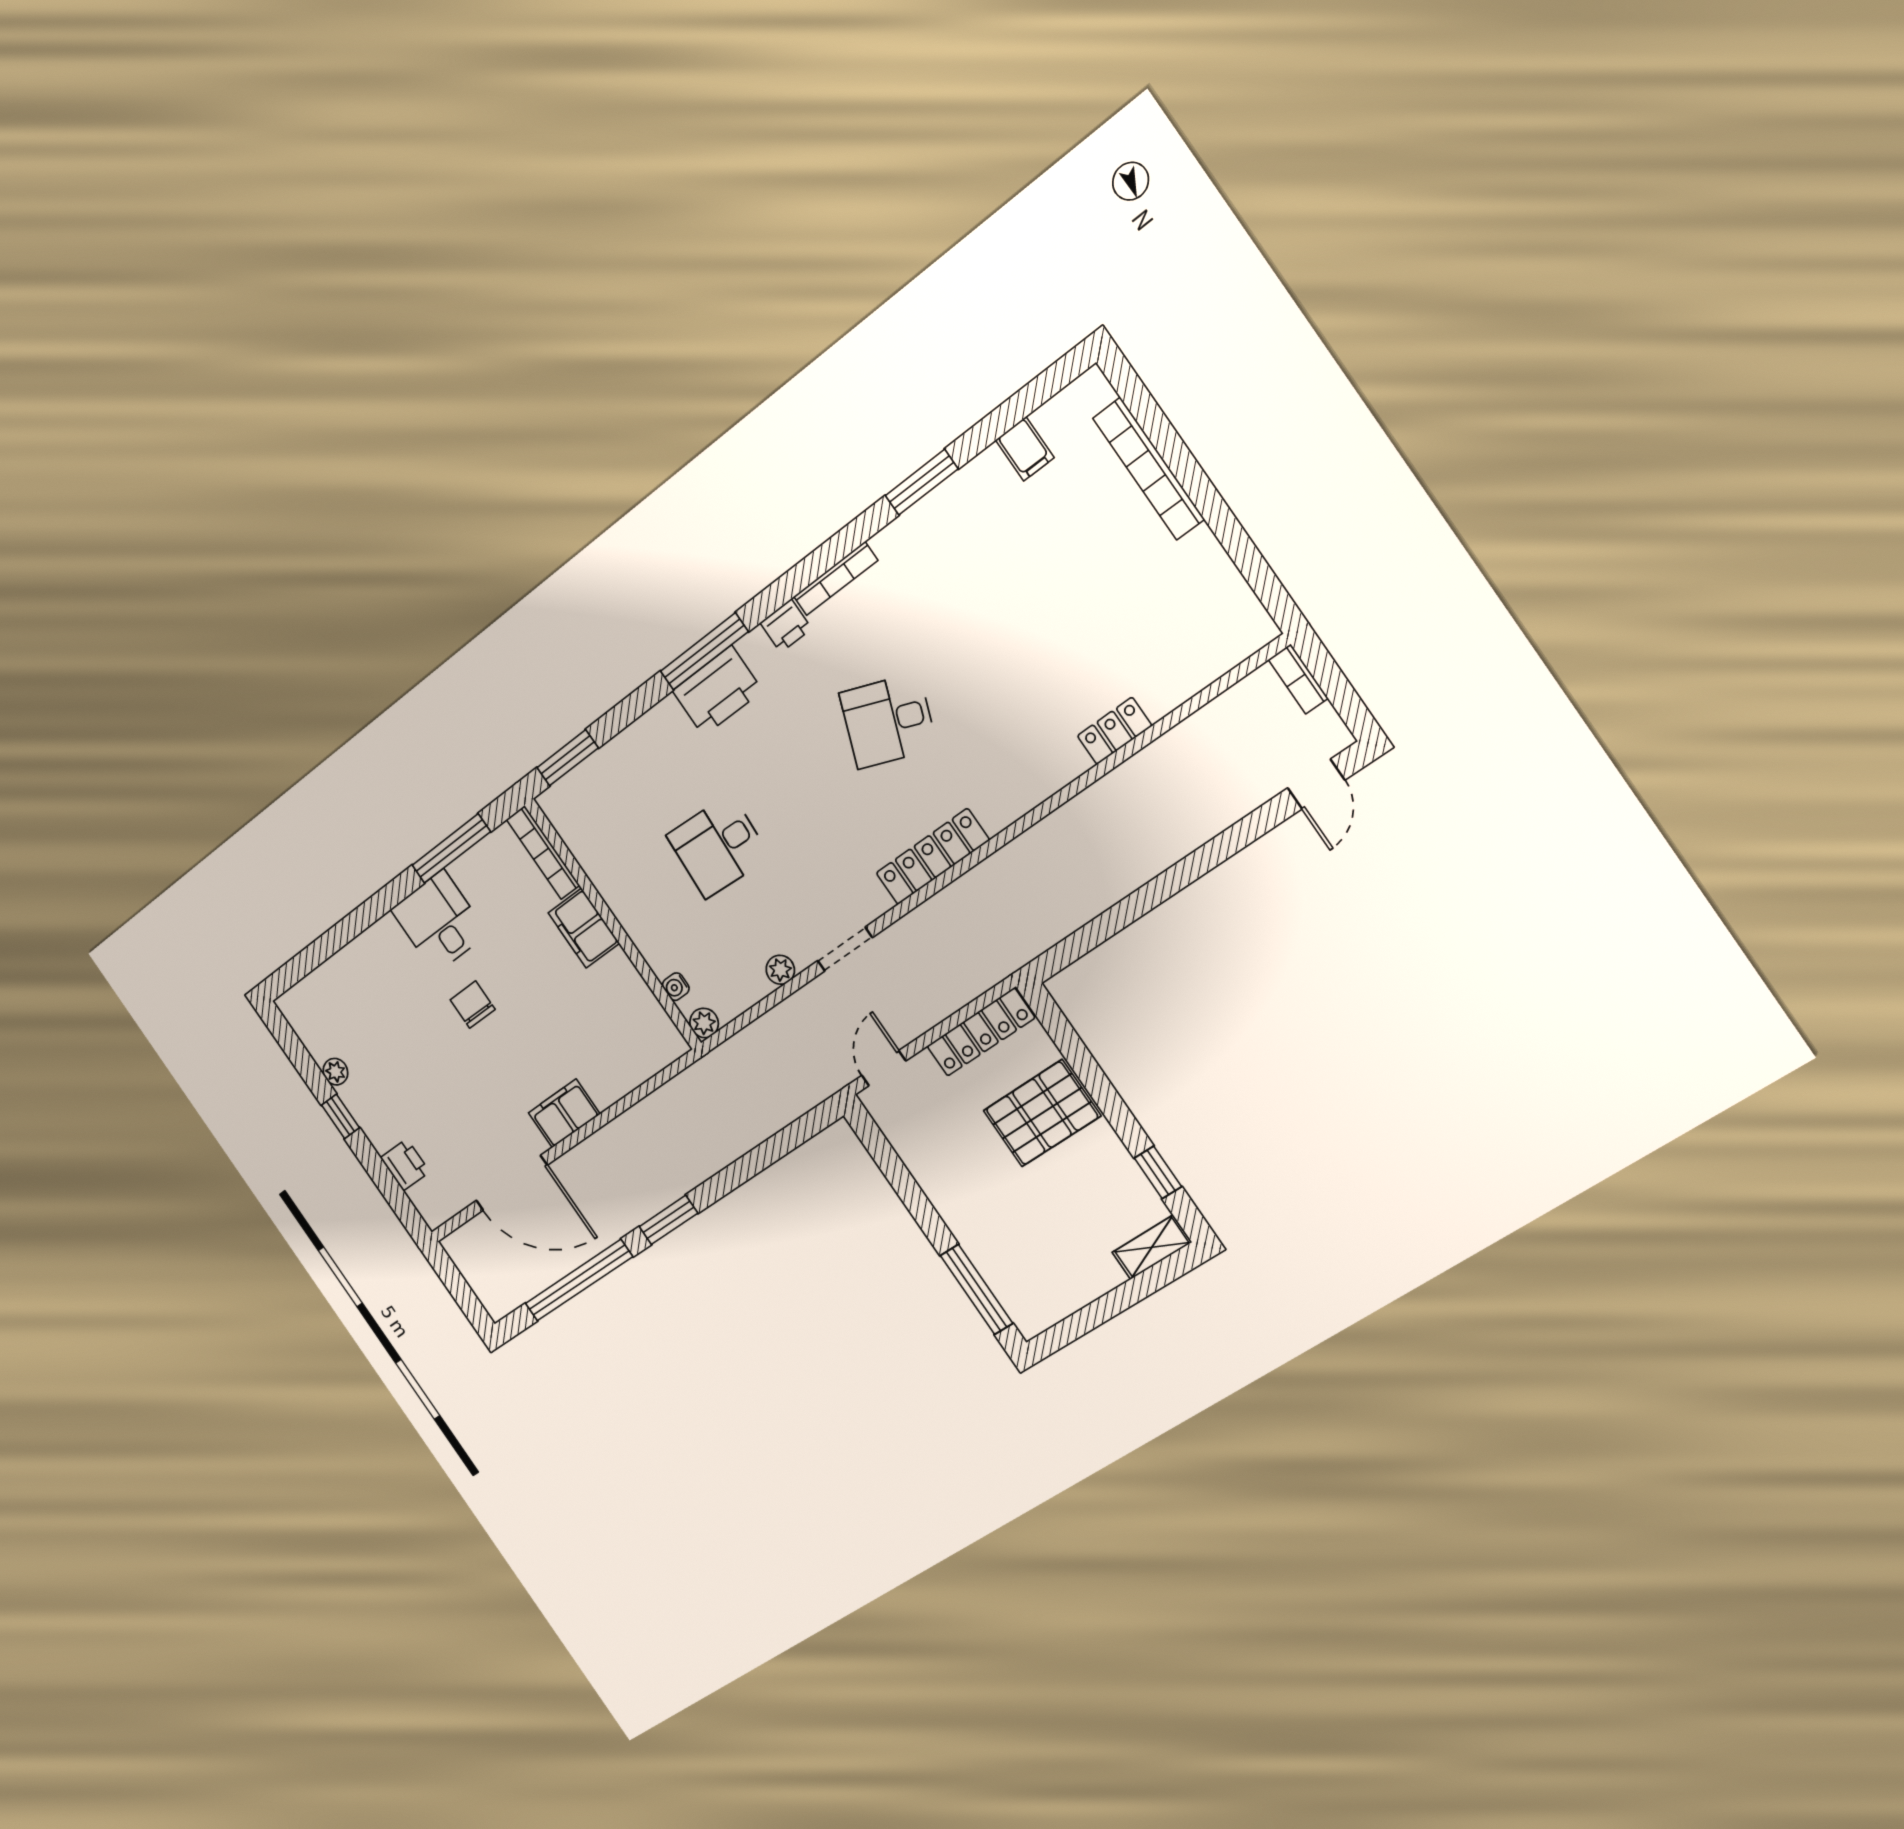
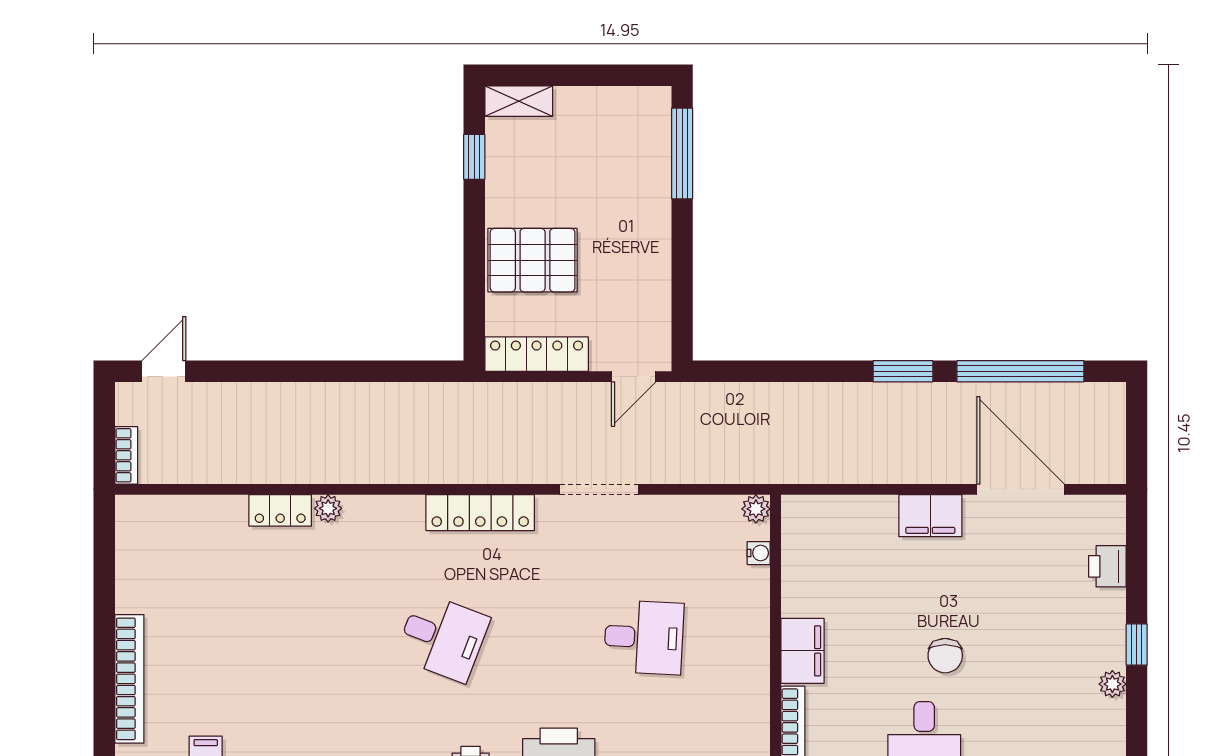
doorway: (845, 949) -> (599, 489), width x1.38
plant: (780, 970) -> (328, 508), moved

